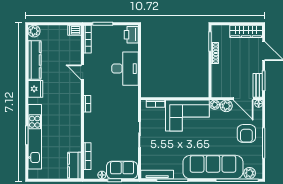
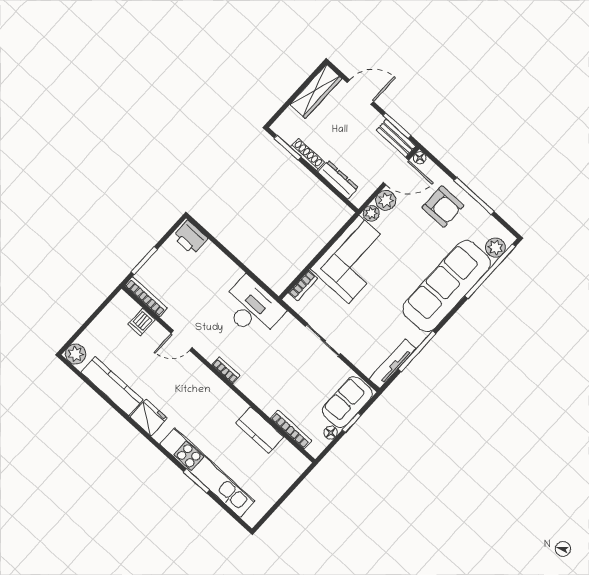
dishwasher: (75, 30) -> (142, 322), moved
desk: (125, 69) -> (252, 308), moved
dresser: (216, 77) -> (338, 180), added
kitchen counter: (75, 166) -> (260, 430), moved

